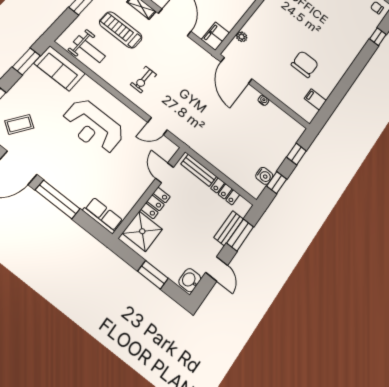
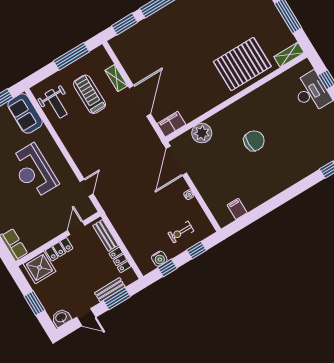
plant: (242, 37) -> (202, 133), width x1.88, depth x1.88
chair: (305, 64) -> (254, 141), moved
exercise bike: (143, 80) -> (181, 232), moved
door: (157, 126) -> (86, 188), swing flipped
door: (217, 269) -> (86, 317), hinge flipped

